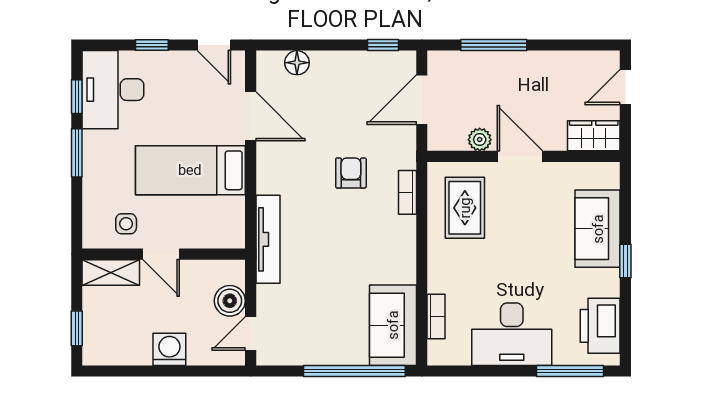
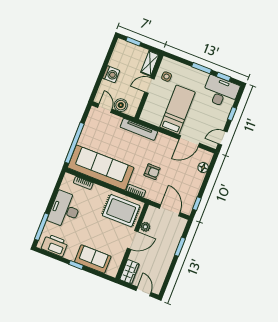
window: (494, 45) -> (180, 247), width x0.69
rug: (465, 208) -> (121, 211), width x1.36, depth x1.43
sofa: (393, 325) -> (101, 168), width x1.85, depth x1.27

